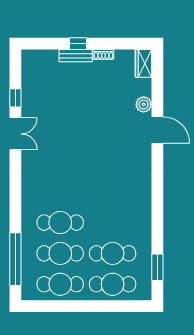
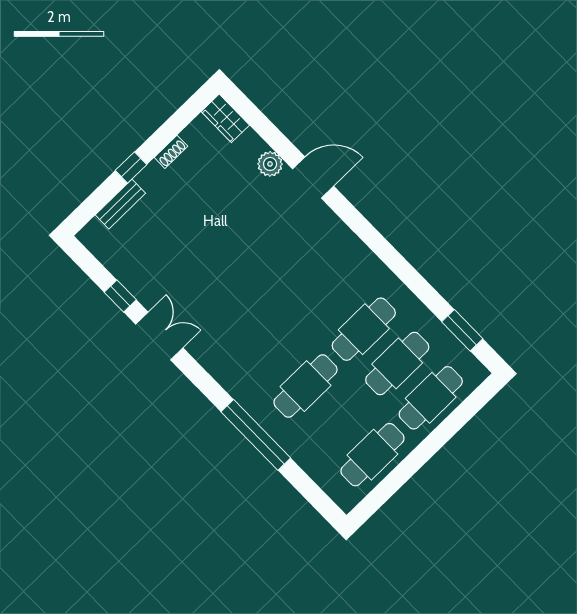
bench: (76, 56) -> (120, 204), moved
cafe table: (60, 253) -> (364, 329), moved
window: (15, 259) -> (256, 435), moved

